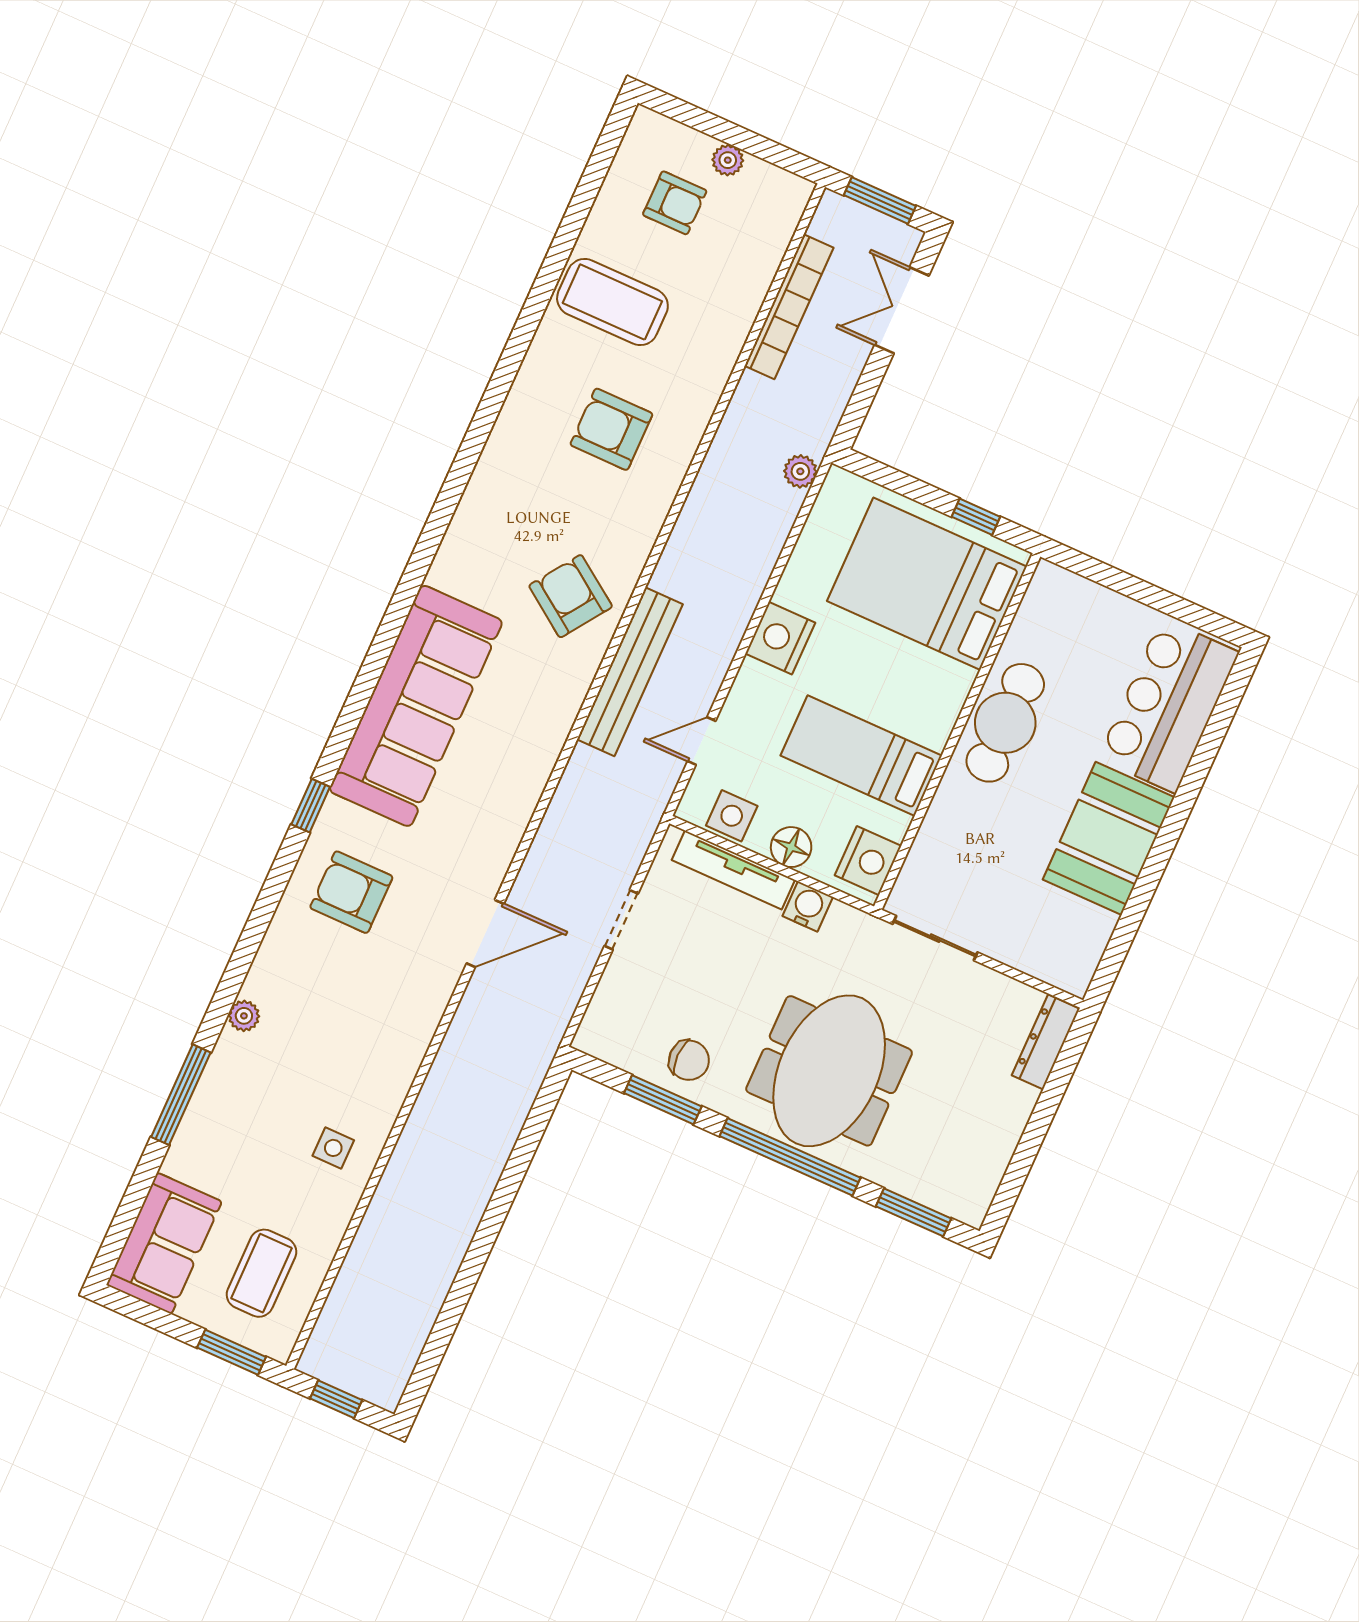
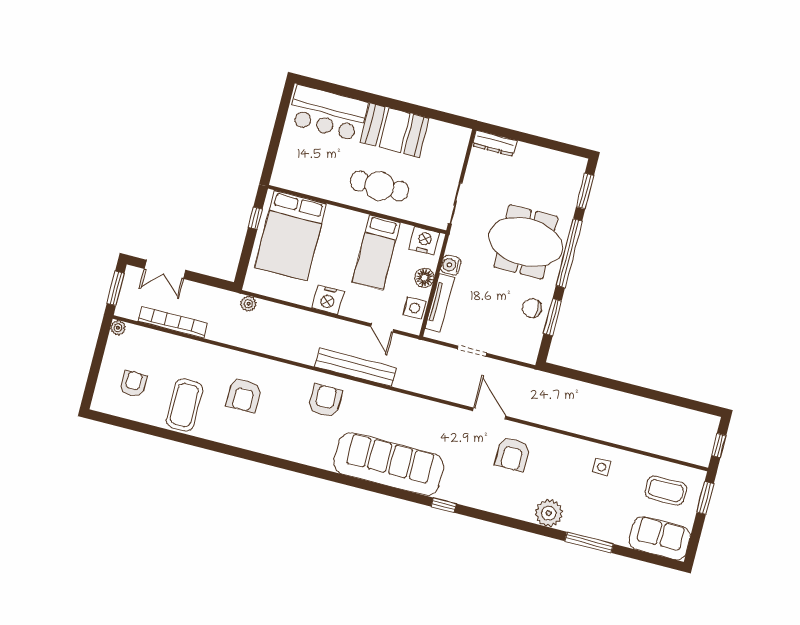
plant: (728, 160) -> (118, 328), moved
armchair: (571, 596) -> (325, 401), turned 145
cafe table: (1005, 723) -> (379, 186), moved
armchair: (351, 892) -> (513, 454), moved
plant: (244, 1016) -> (549, 513), width x1.87, depth x1.87
chair: (689, 1060) -> (532, 308), turned -90

